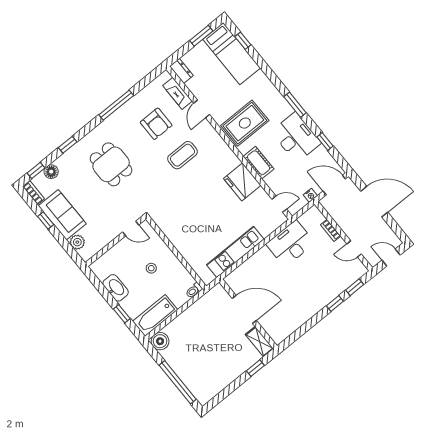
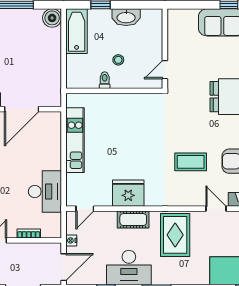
coffee table: (182, 155) -> (191, 162), turned 90
plant: (77, 242) -> (190, 16), removed
toilet: (194, 290) -> (105, 80), moved

